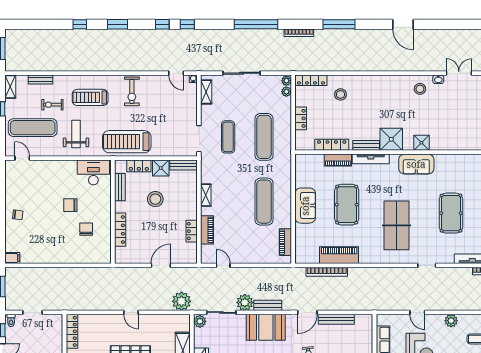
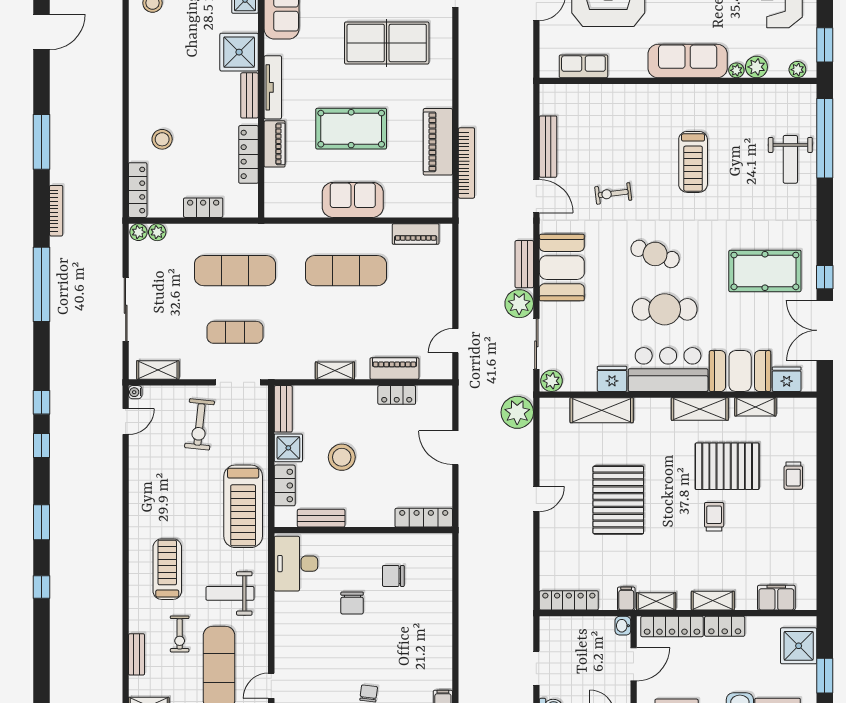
exercise bike: (132, 91) -> (200, 424), moved, turned 96
treadmill: (90, 97) -> (167, 569), turned 180
locker: (120, 230) -> (424, 518), moved

